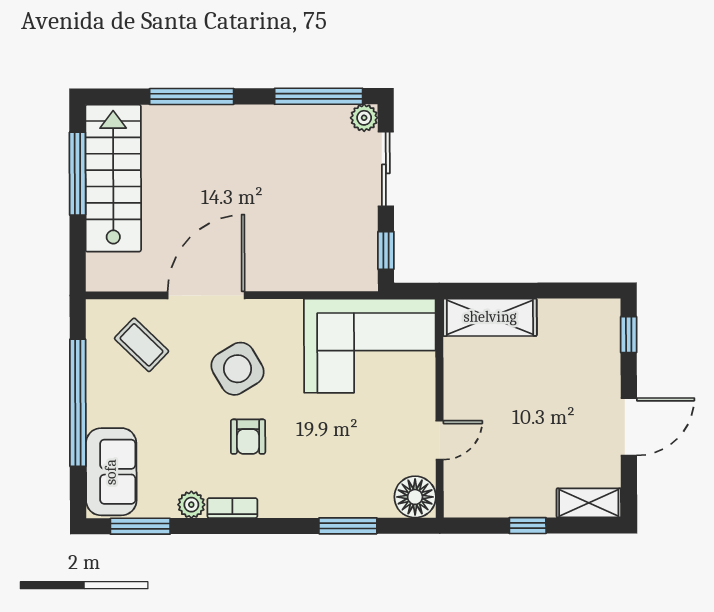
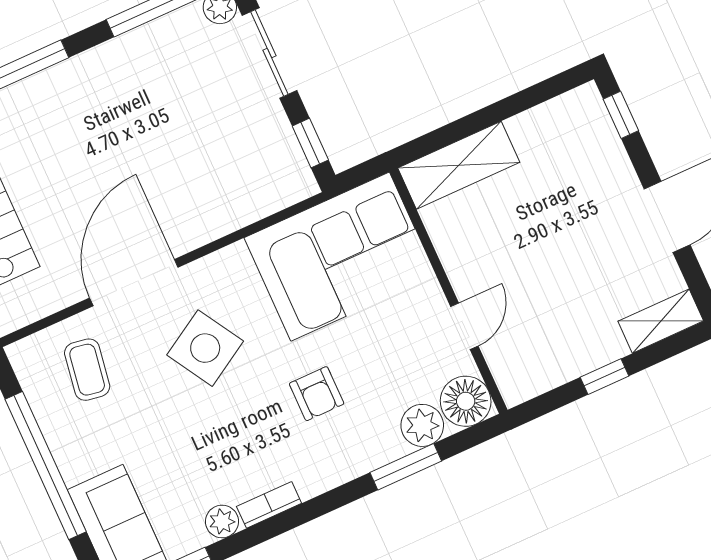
coffee table: (142, 345) -> (87, 370), turned 55
armchair: (248, 437) -> (317, 394), moved
plant: (374, 500) -> (422, 425), added

